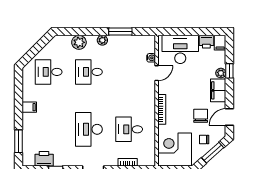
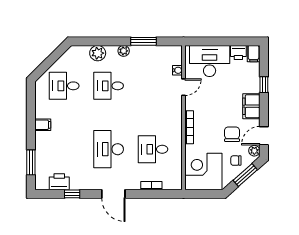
plant: (221, 73) -> (254, 151), moved

